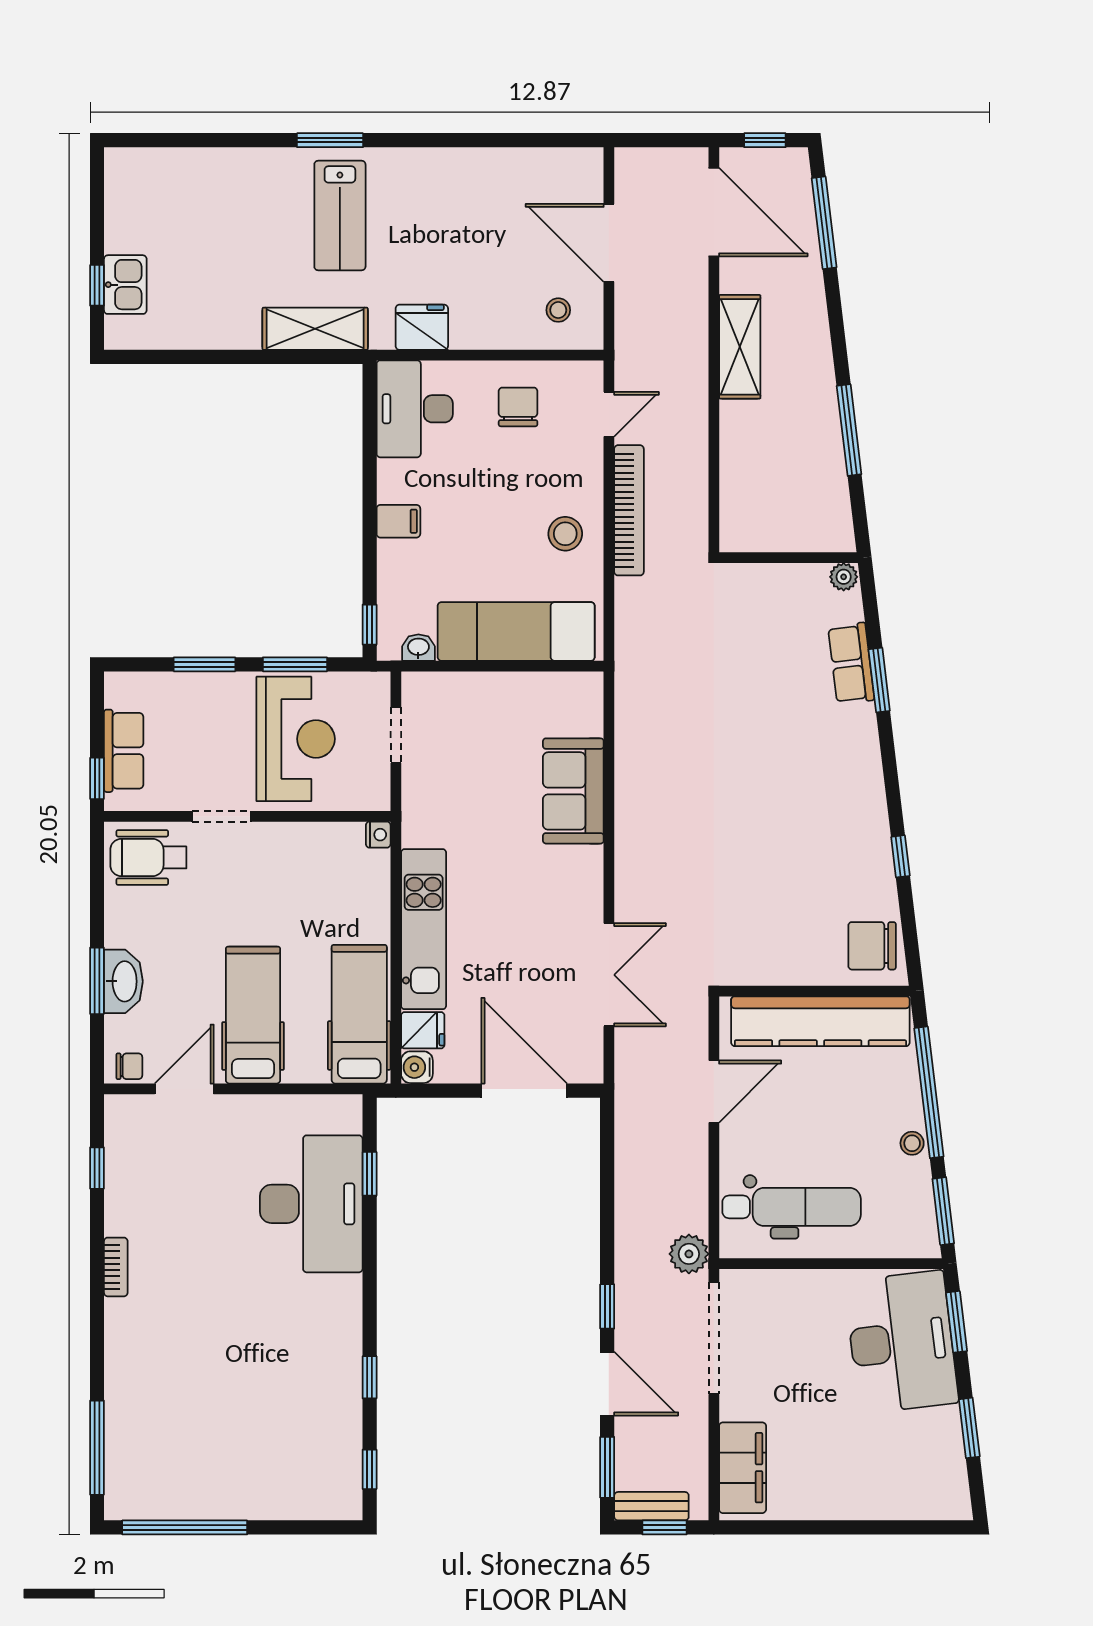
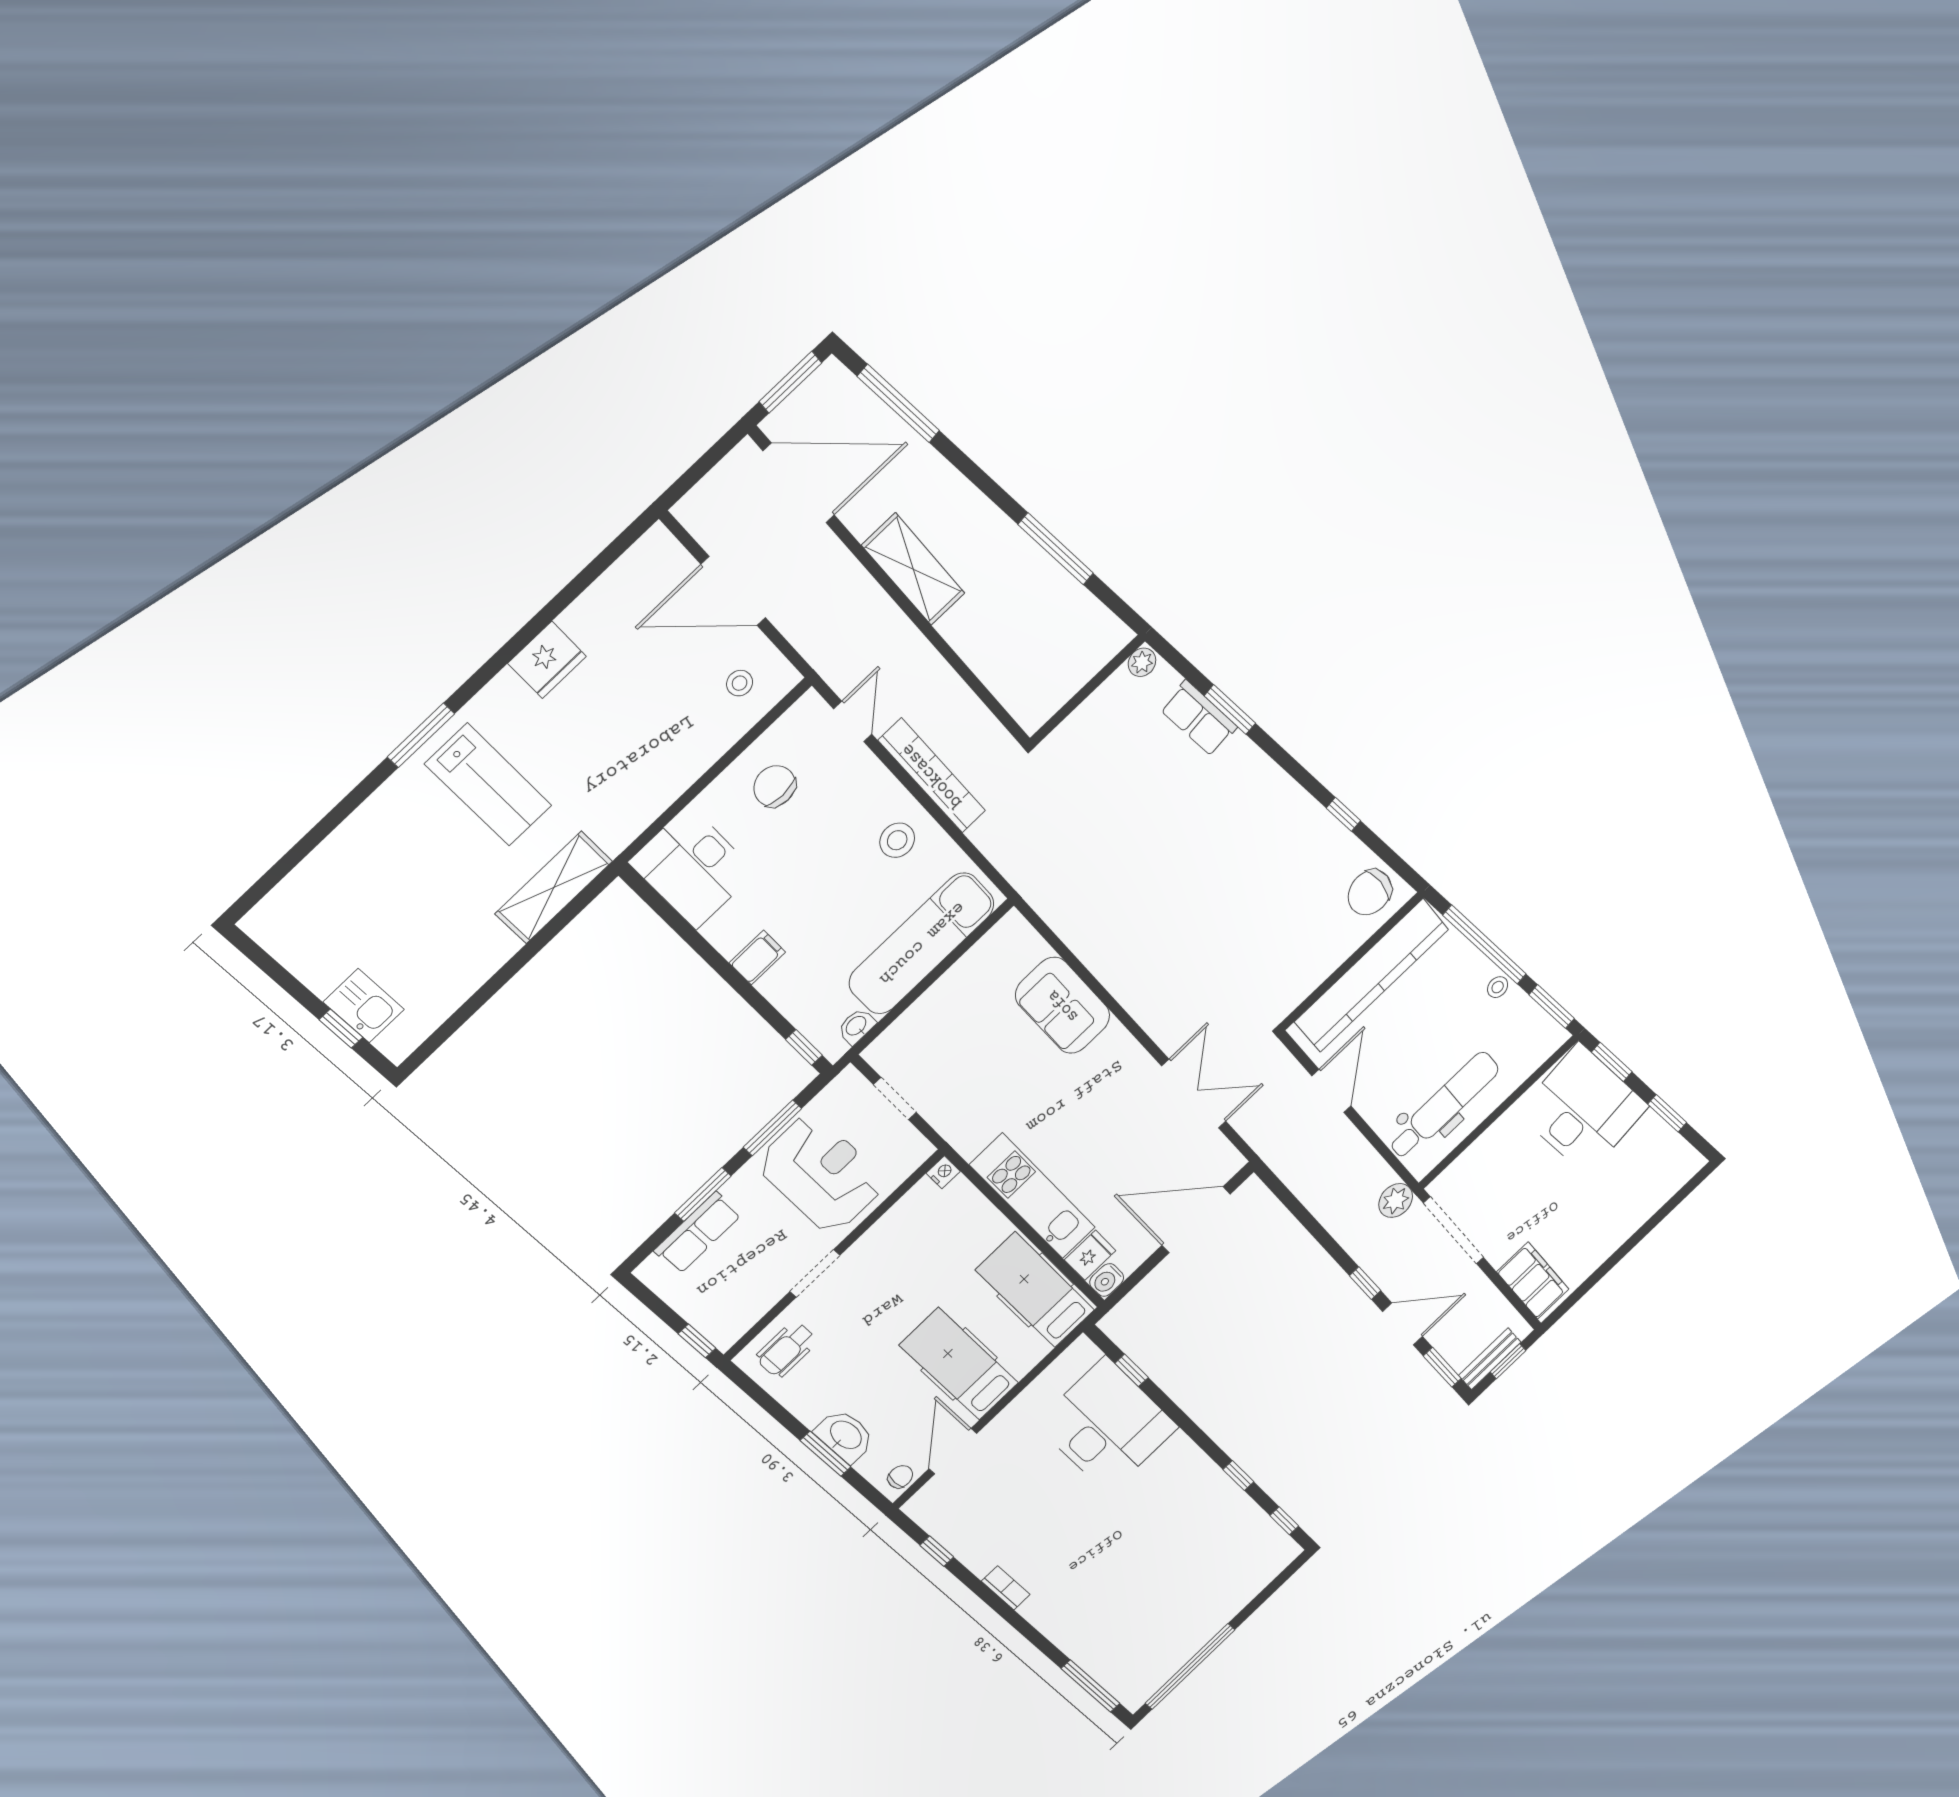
window: (765, 140) -> (790, 382), width x1.50
fridge: (422, 327) -> (547, 660), moved, turned 180
row of seats: (124, 751) -> (698, 1233), moved, turned 90
wheelchair: (148, 857) -> (786, 1349), width x0.73, depth x0.73

